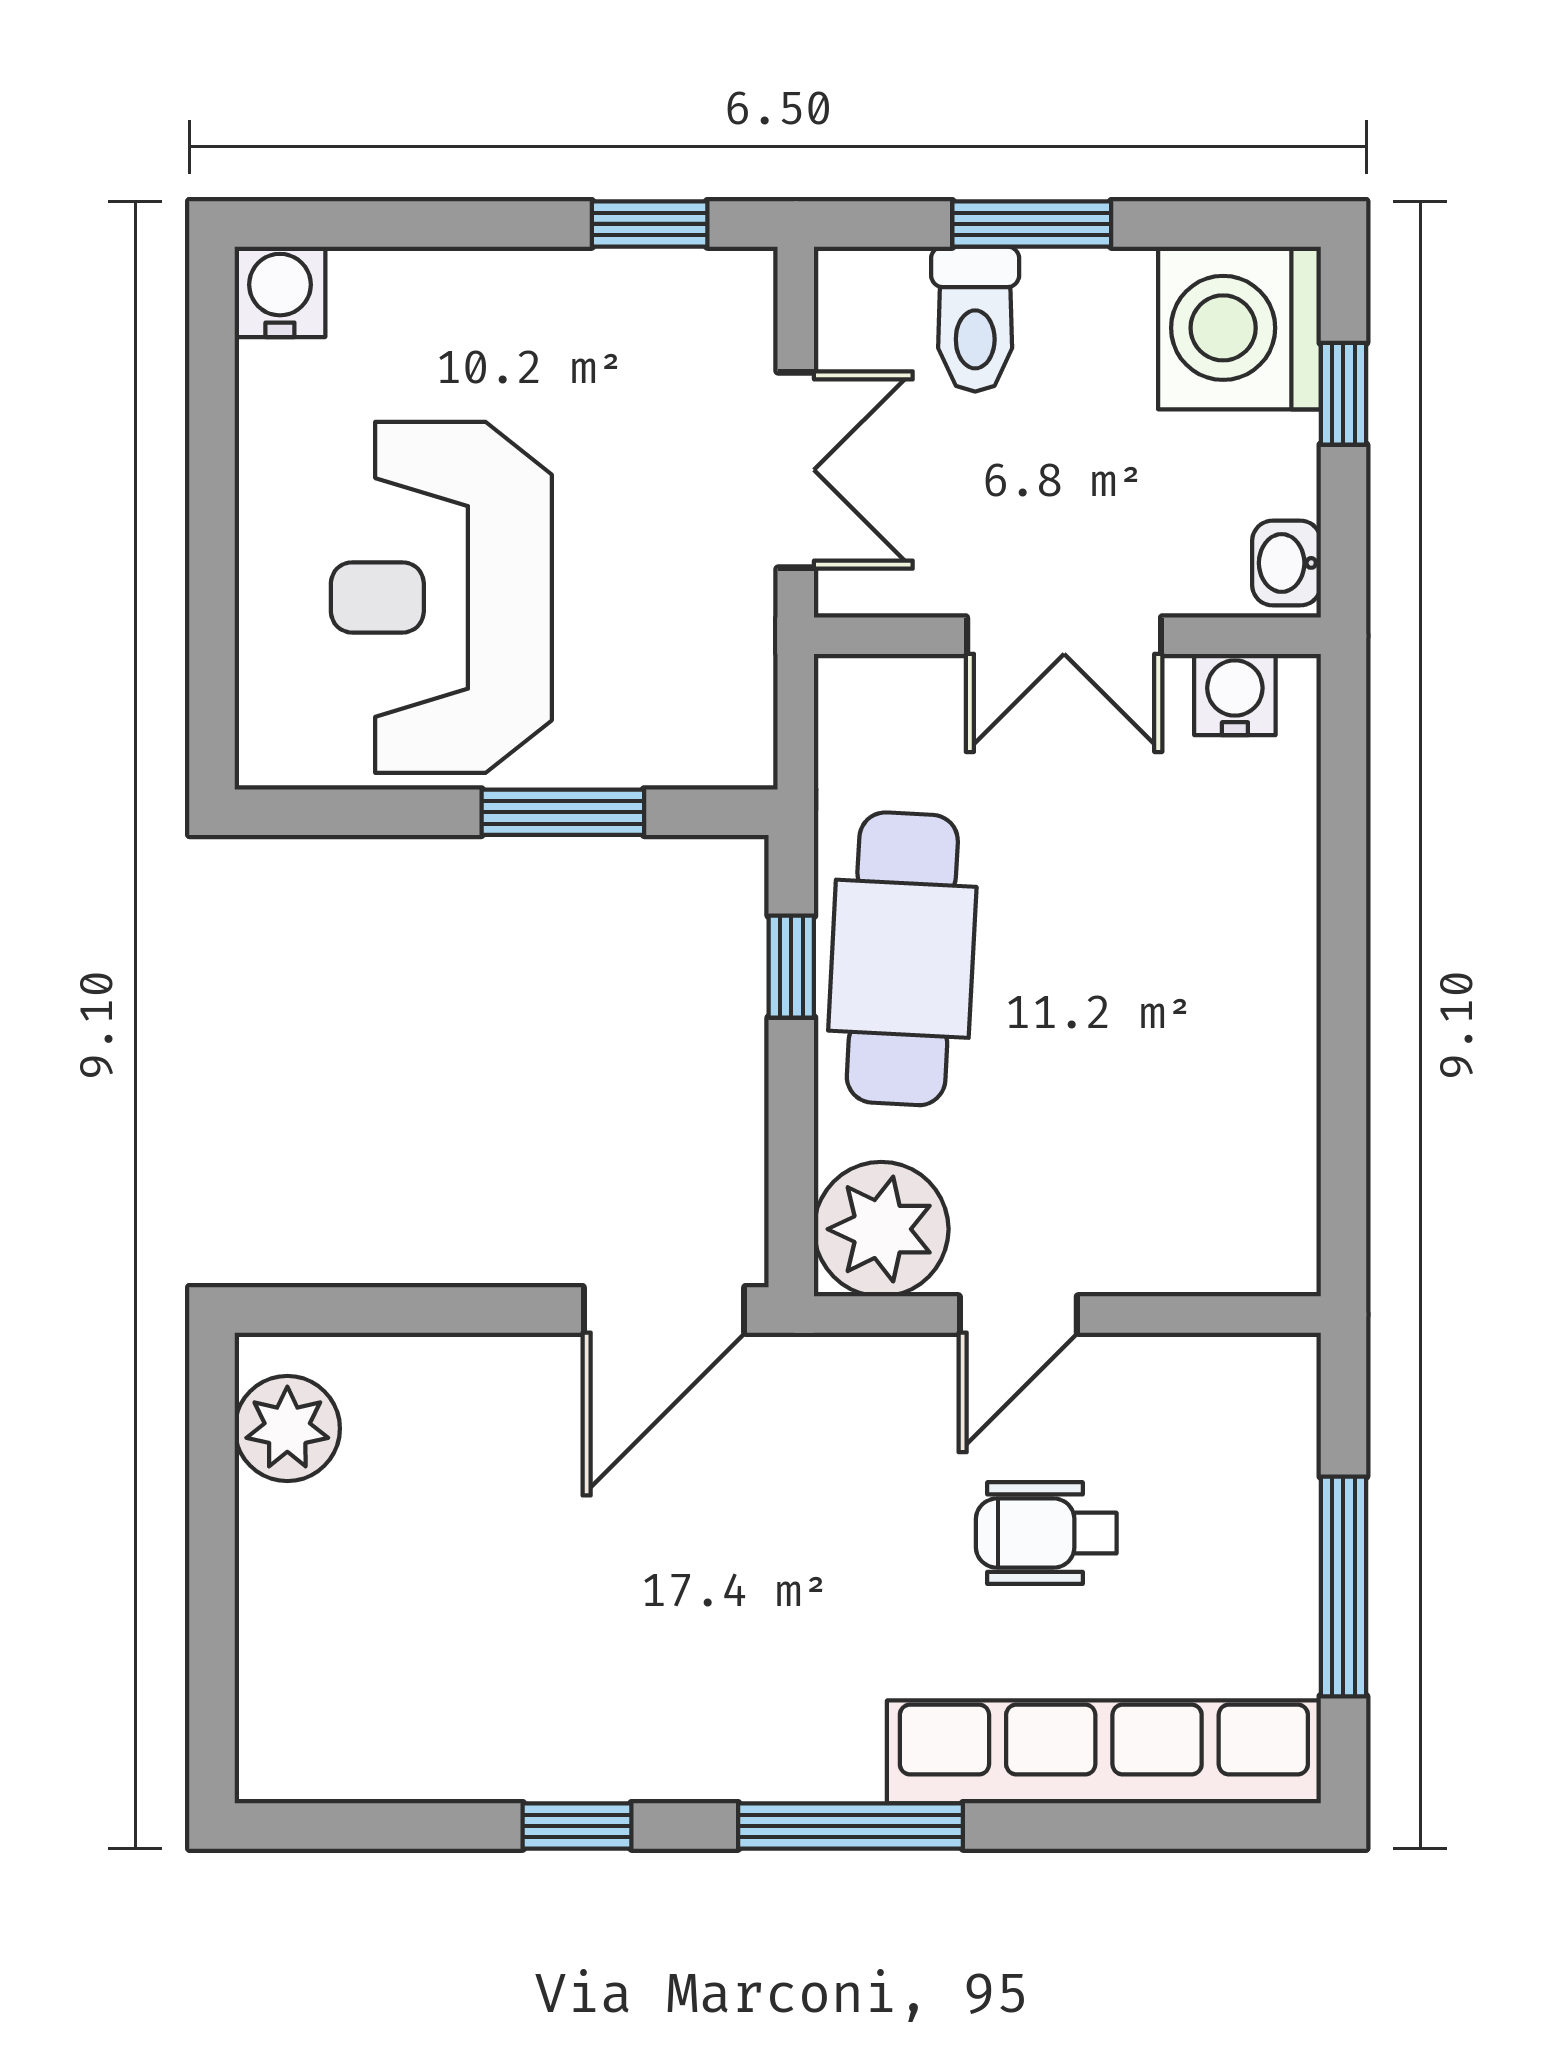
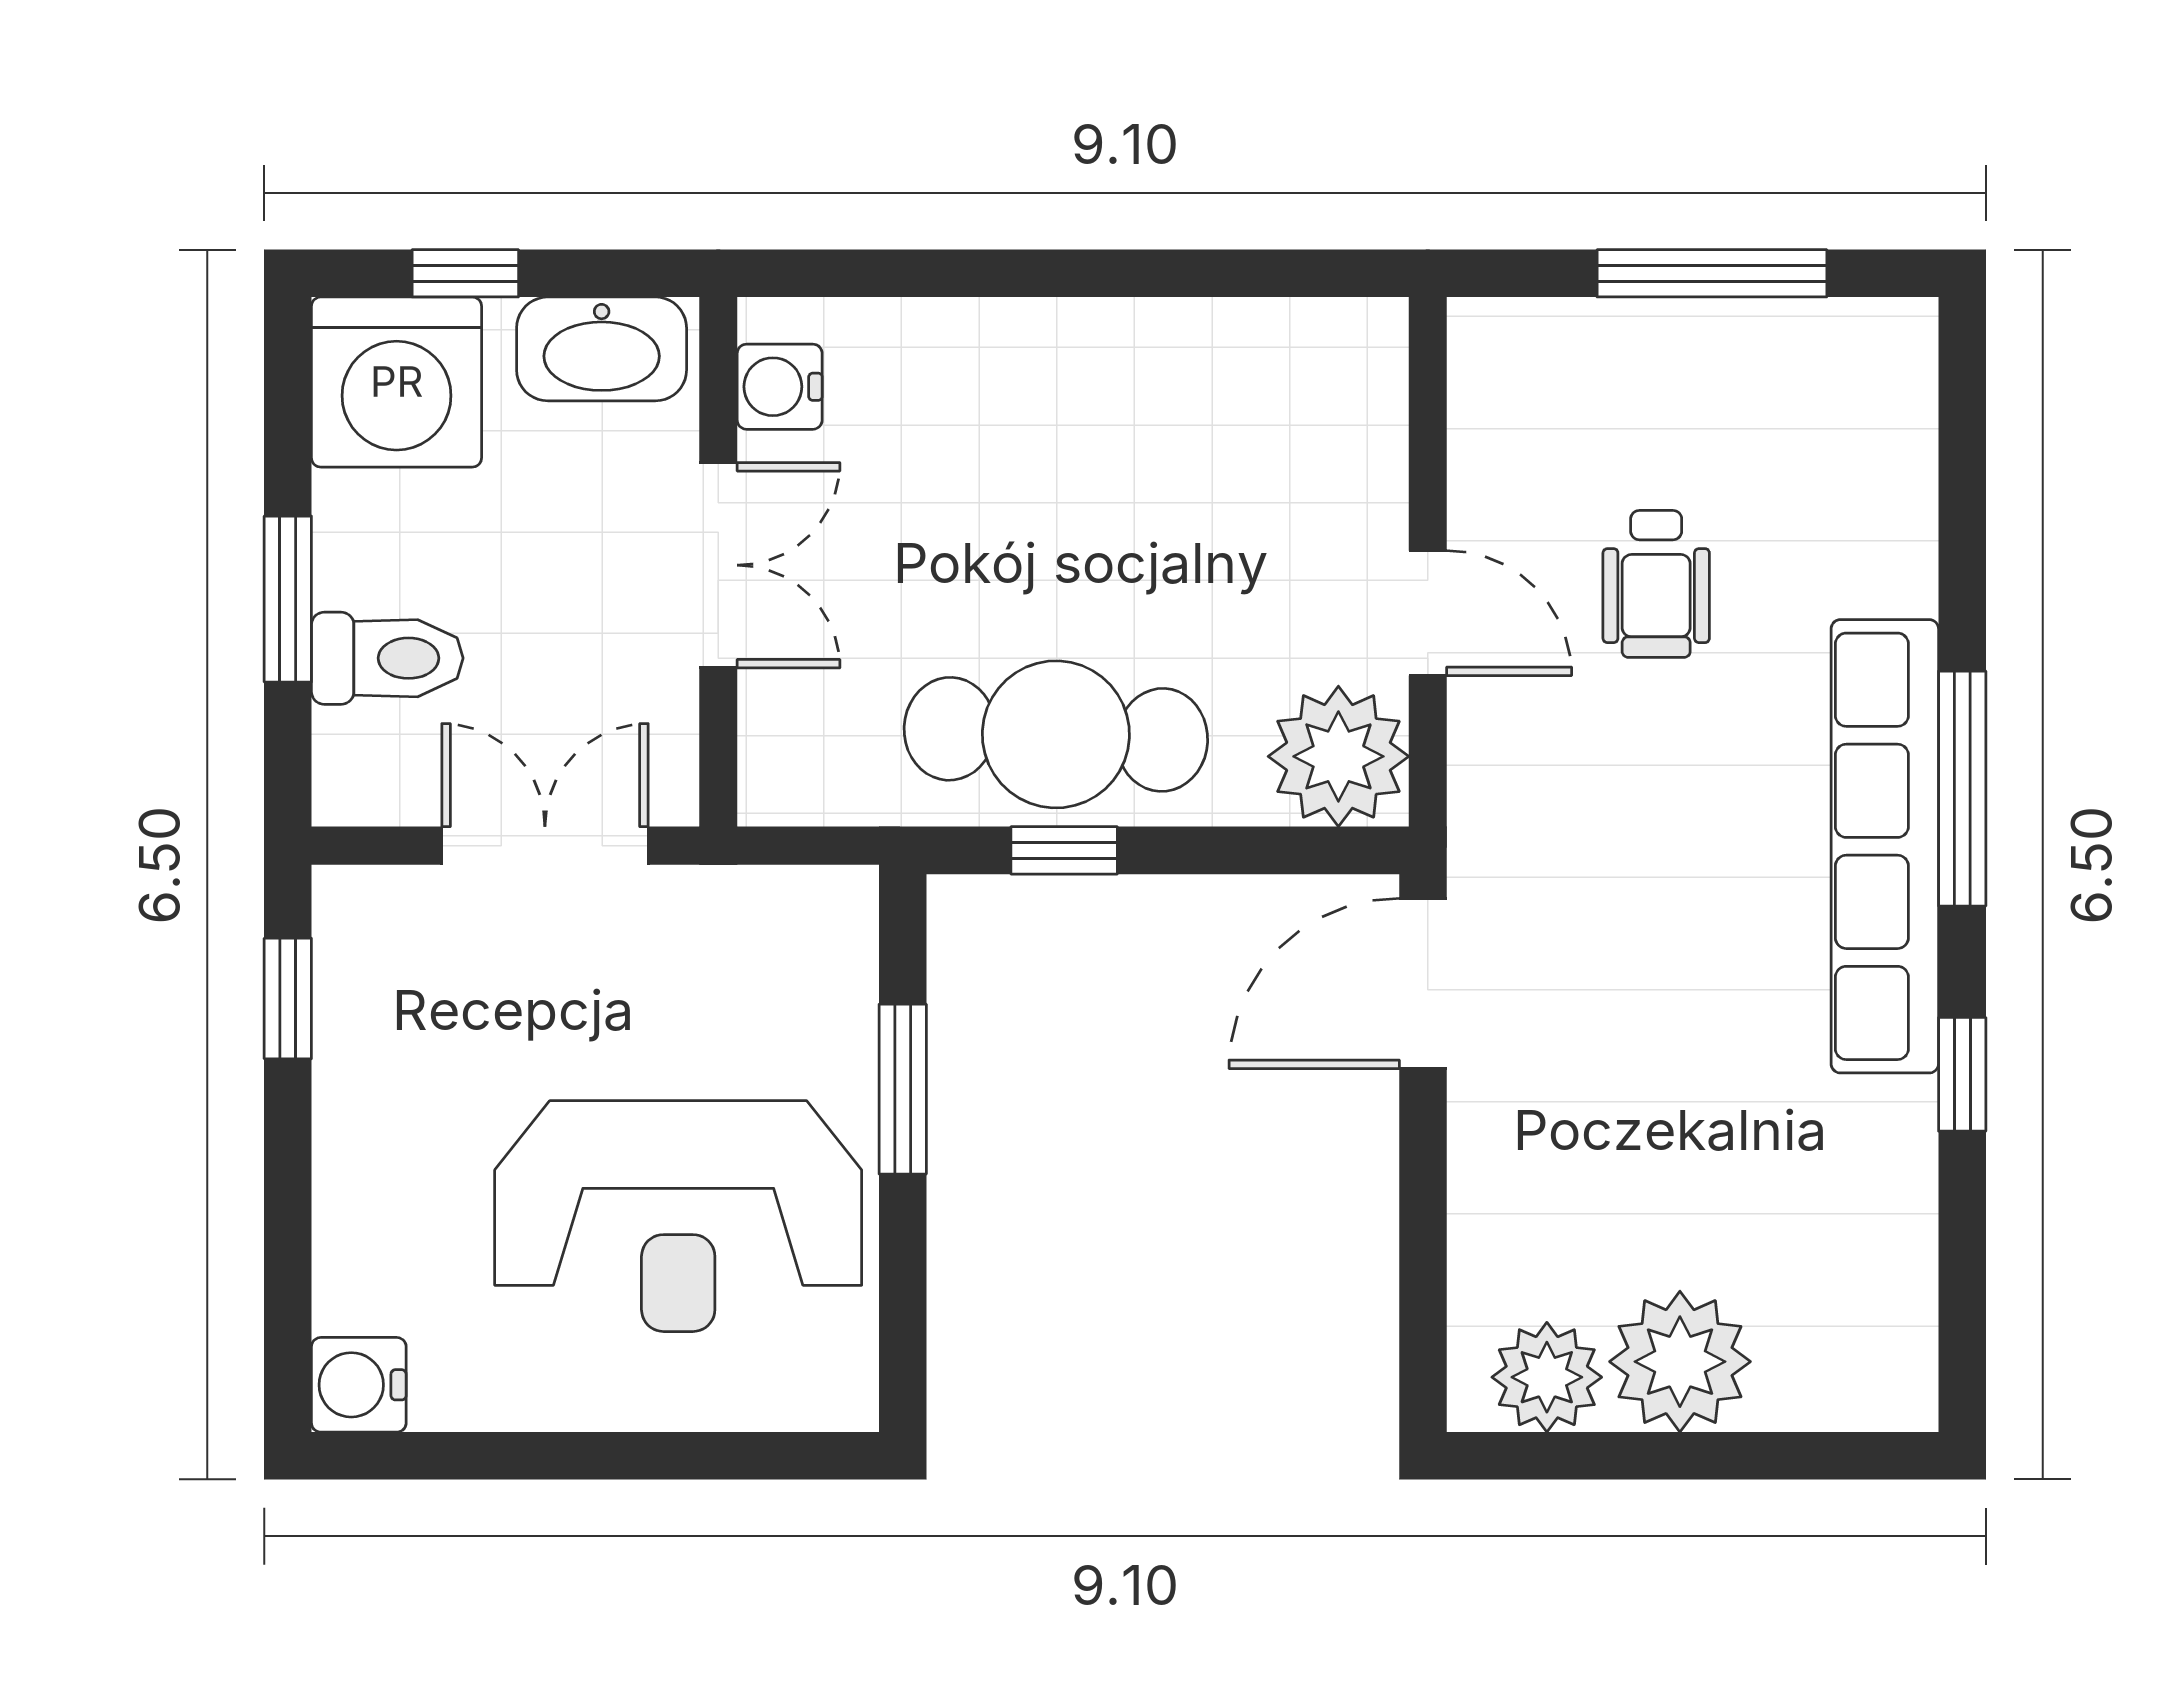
washbasin: (1286, 563) -> (602, 349), width x1.91, depth x1.45
door: (664, 1310) -> (1423, 983), swing flipped
plant: (302, 1556) -> (1680, 1362), added
row of seats: (1104, 1752) -> (1885, 846), moved

